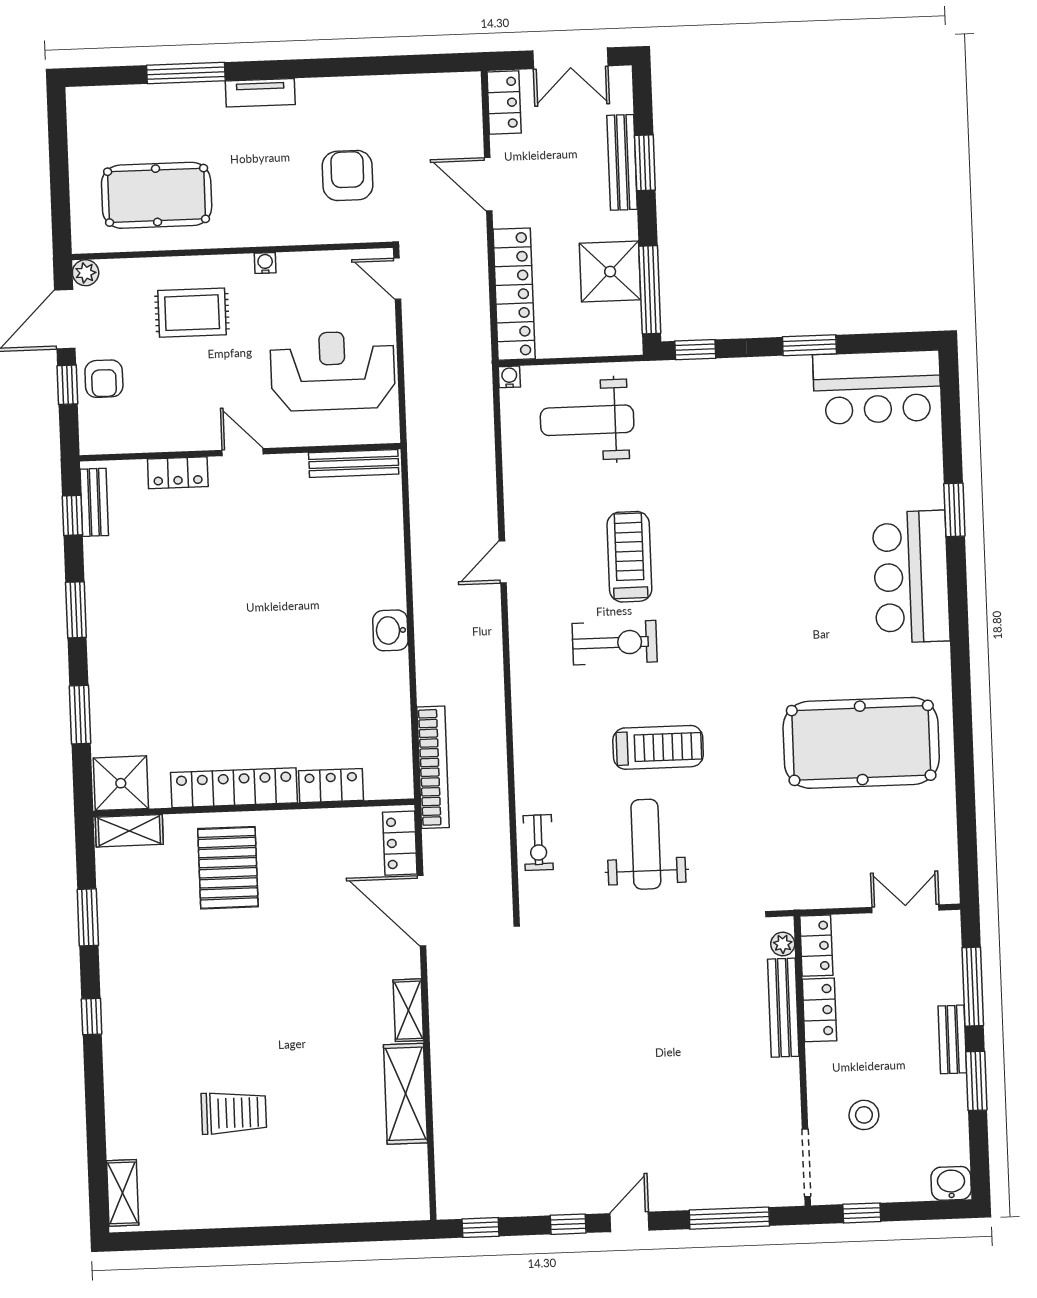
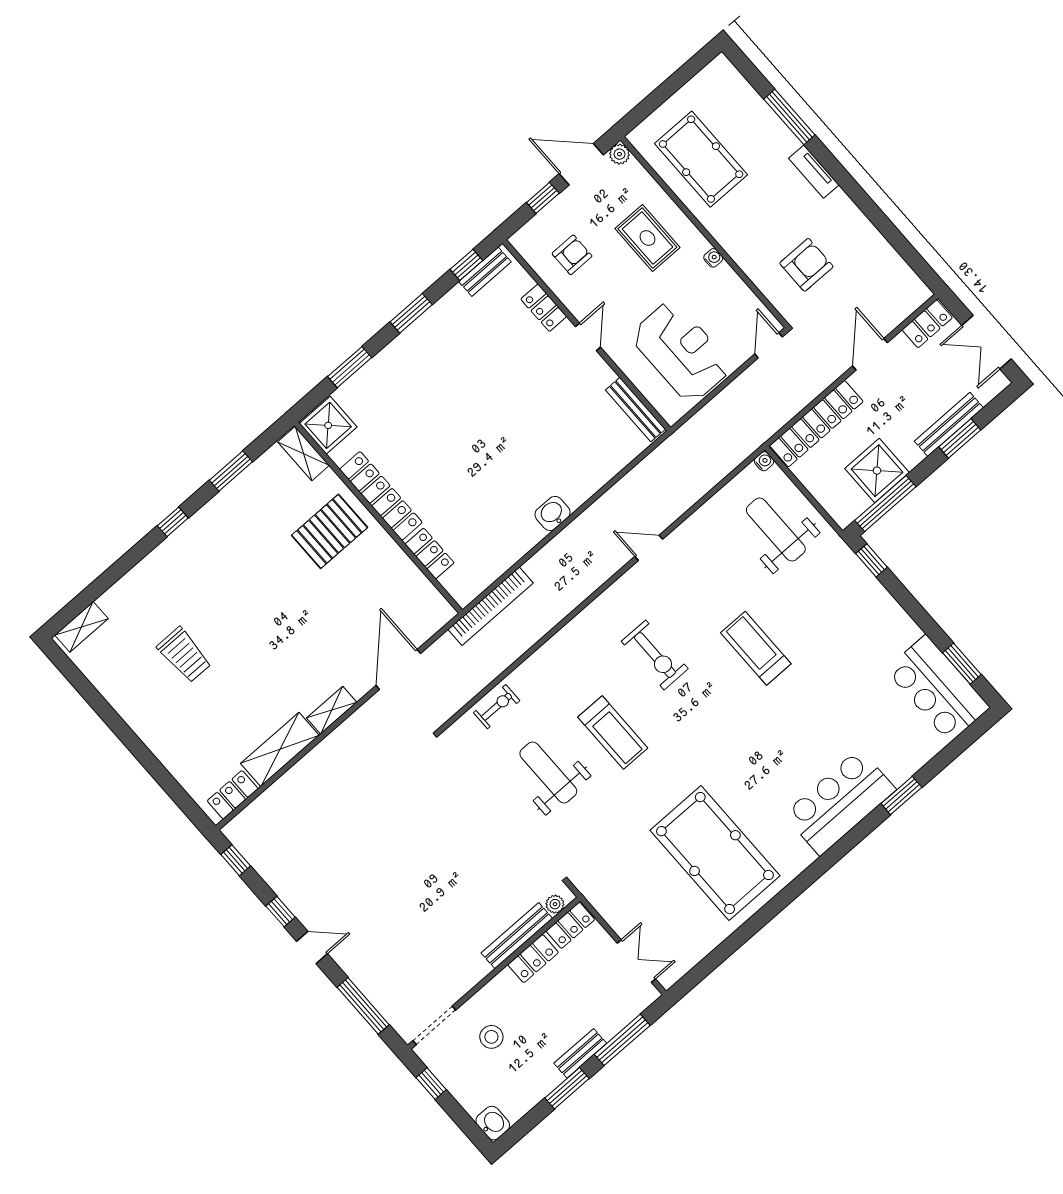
window: (809, 345) -> (962, 664), moved
armchair: (104, 379) -> (572, 255), moved, turned 180
treadmill: (629, 557) -> (756, 648), moved, turned -90
locker: (400, 843) -> (233, 795), moved
exercise bike: (538, 843) -> (497, 707), turned 180
weight bench: (646, 844) -> (548, 773), turned -90

